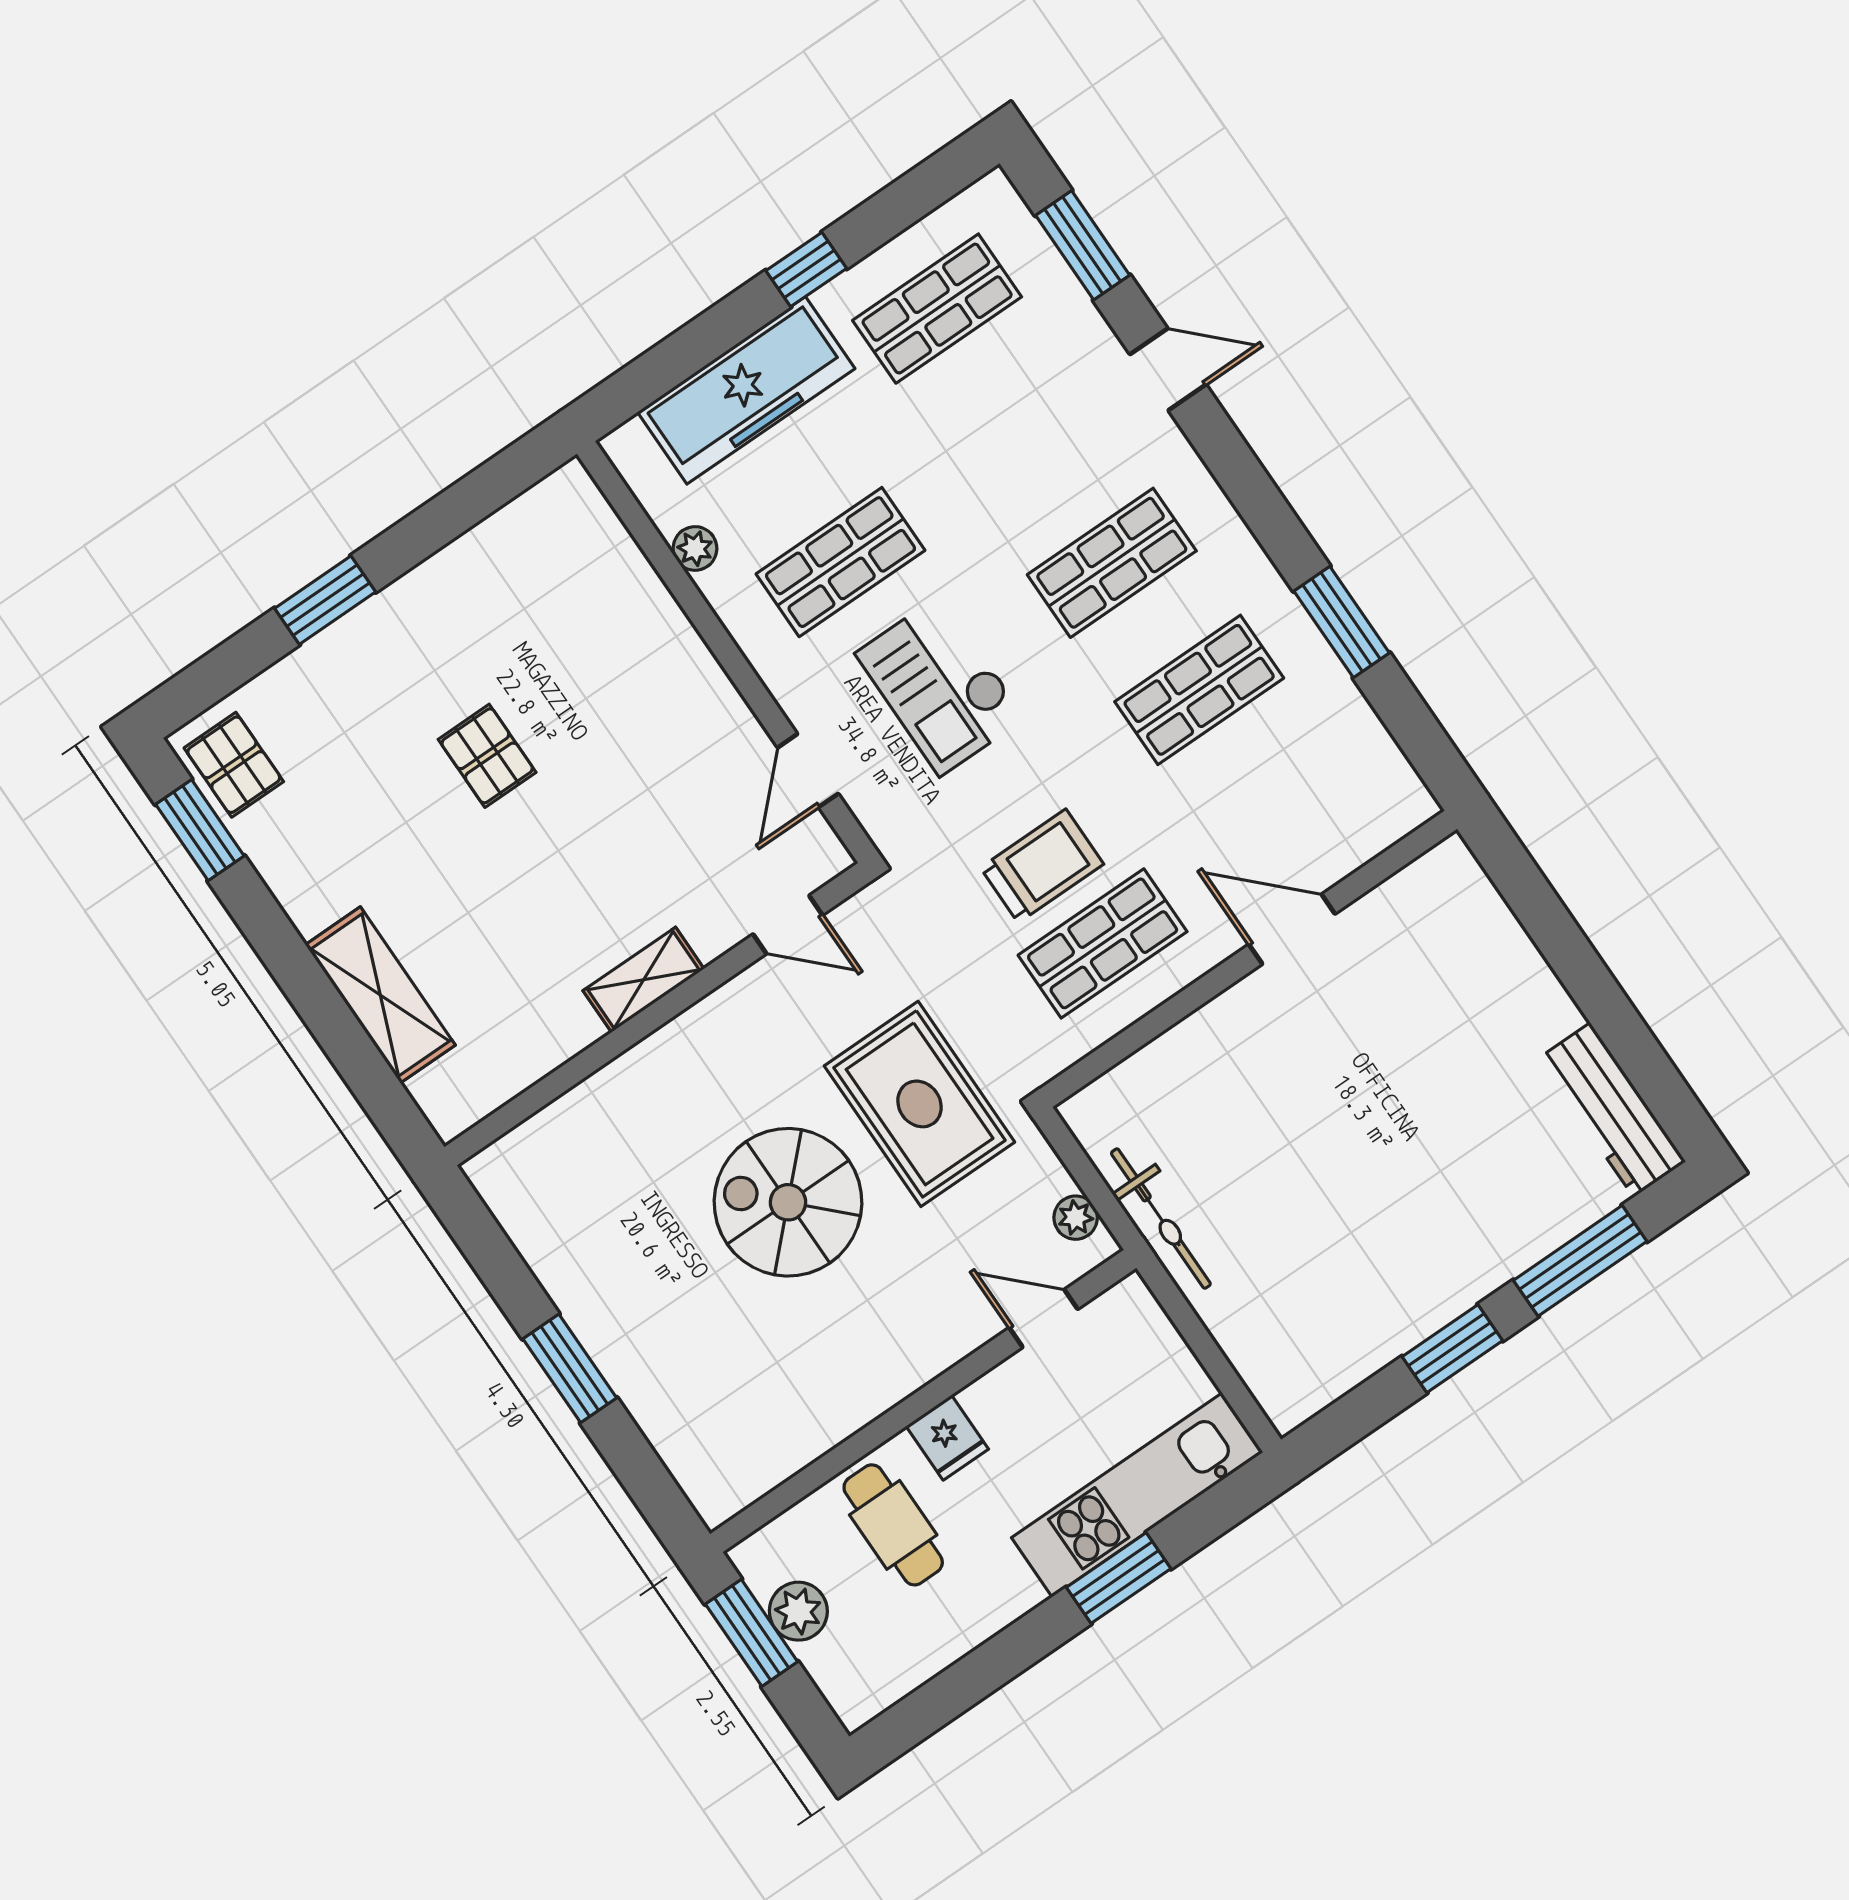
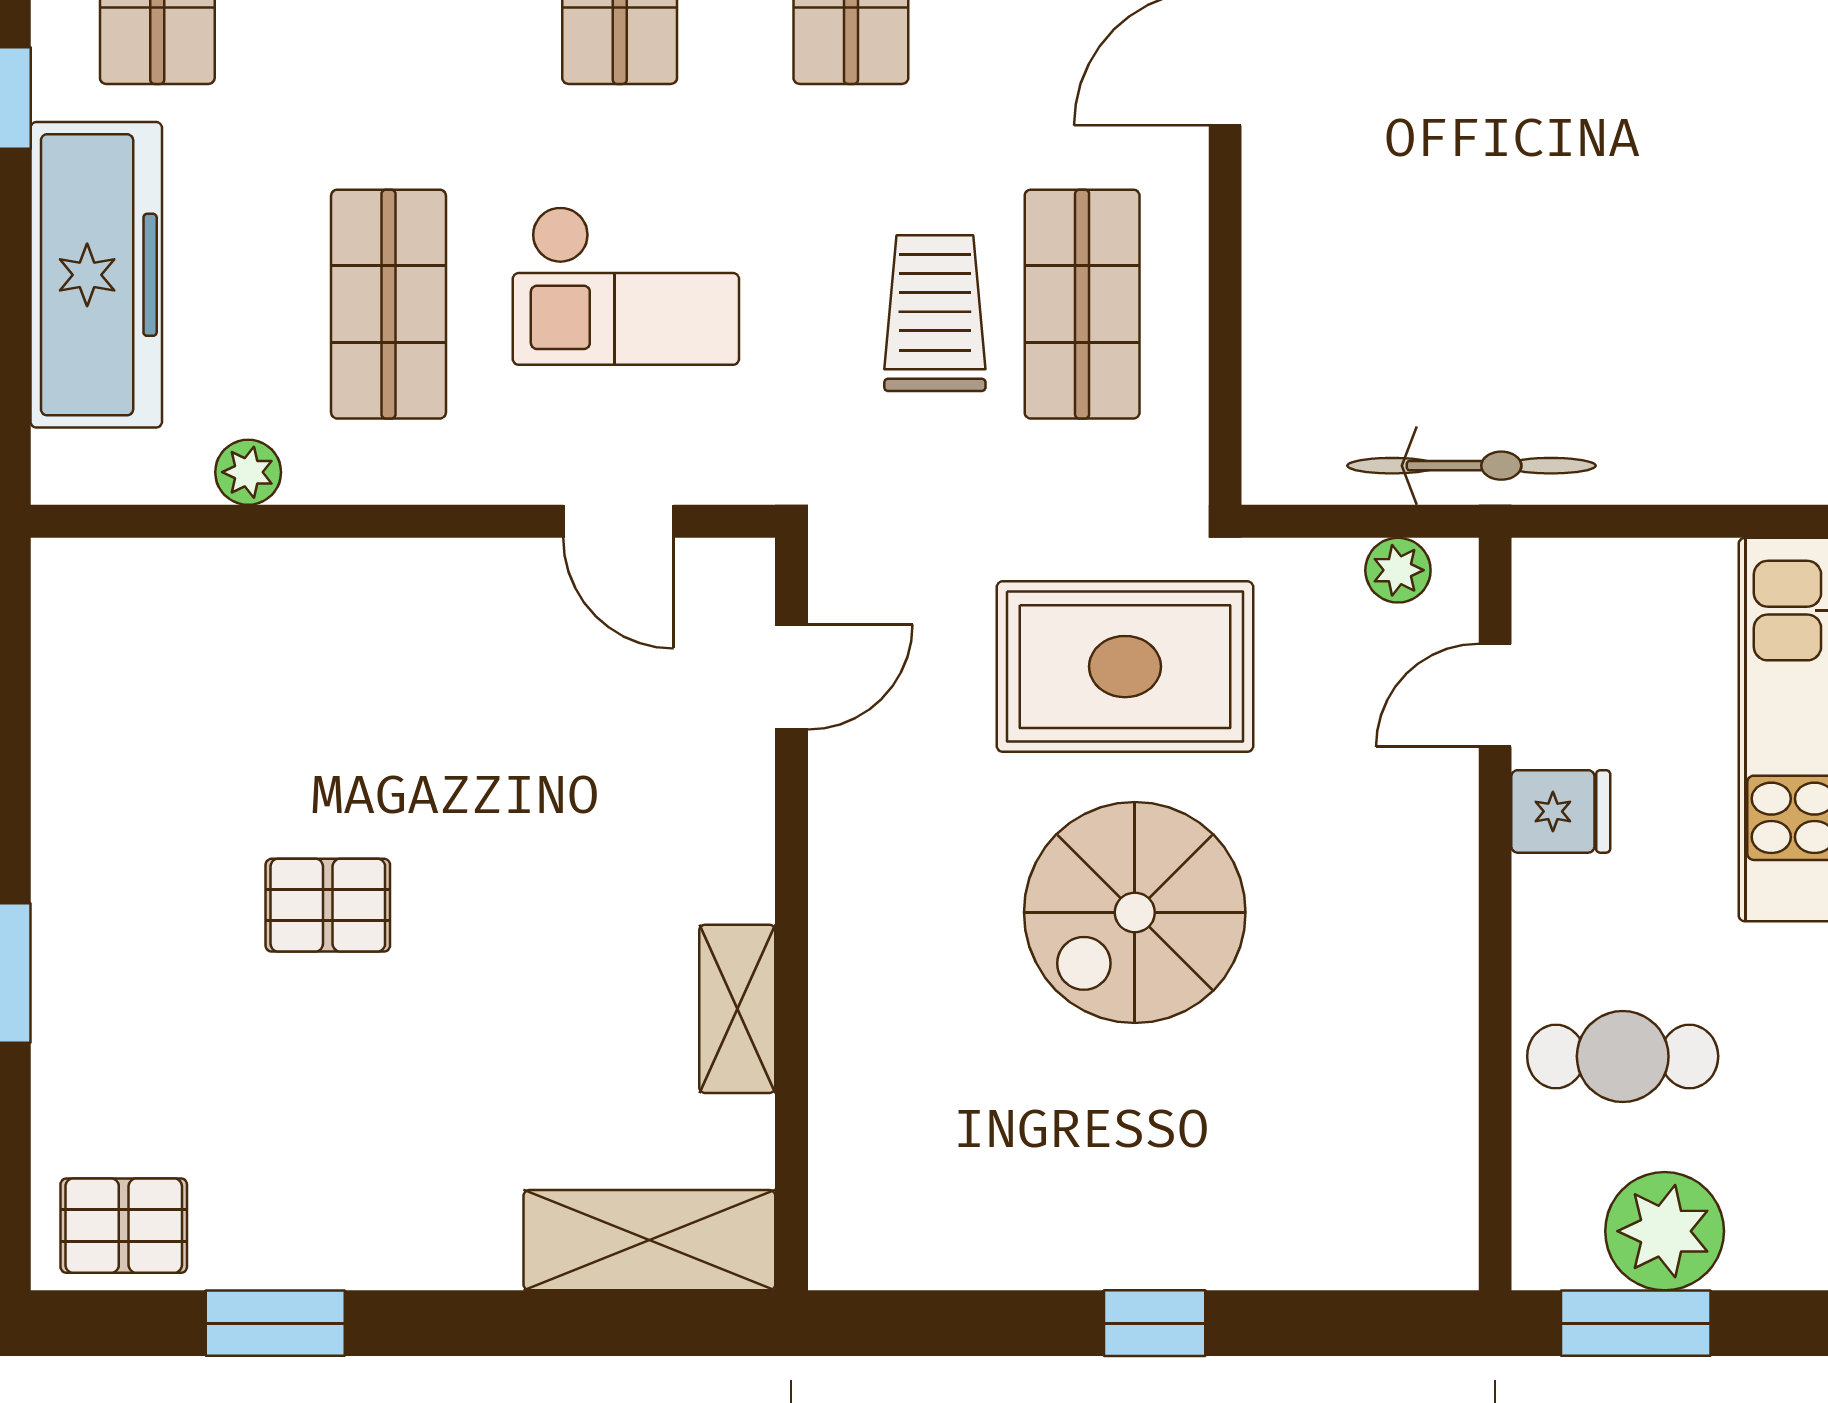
window: (200, 830) -> (275, 1323), moved
shelving: (644, 980) -> (737, 1009), moved
shelving: (380, 995) -> (649, 1240), moved
window: (570, 1368) -> (1155, 1323), width x0.67
fridge: (947, 1438) -> (1561, 811), moved
plant: (798, 1611) -> (1665, 1231), width x1.36, depth x1.36

